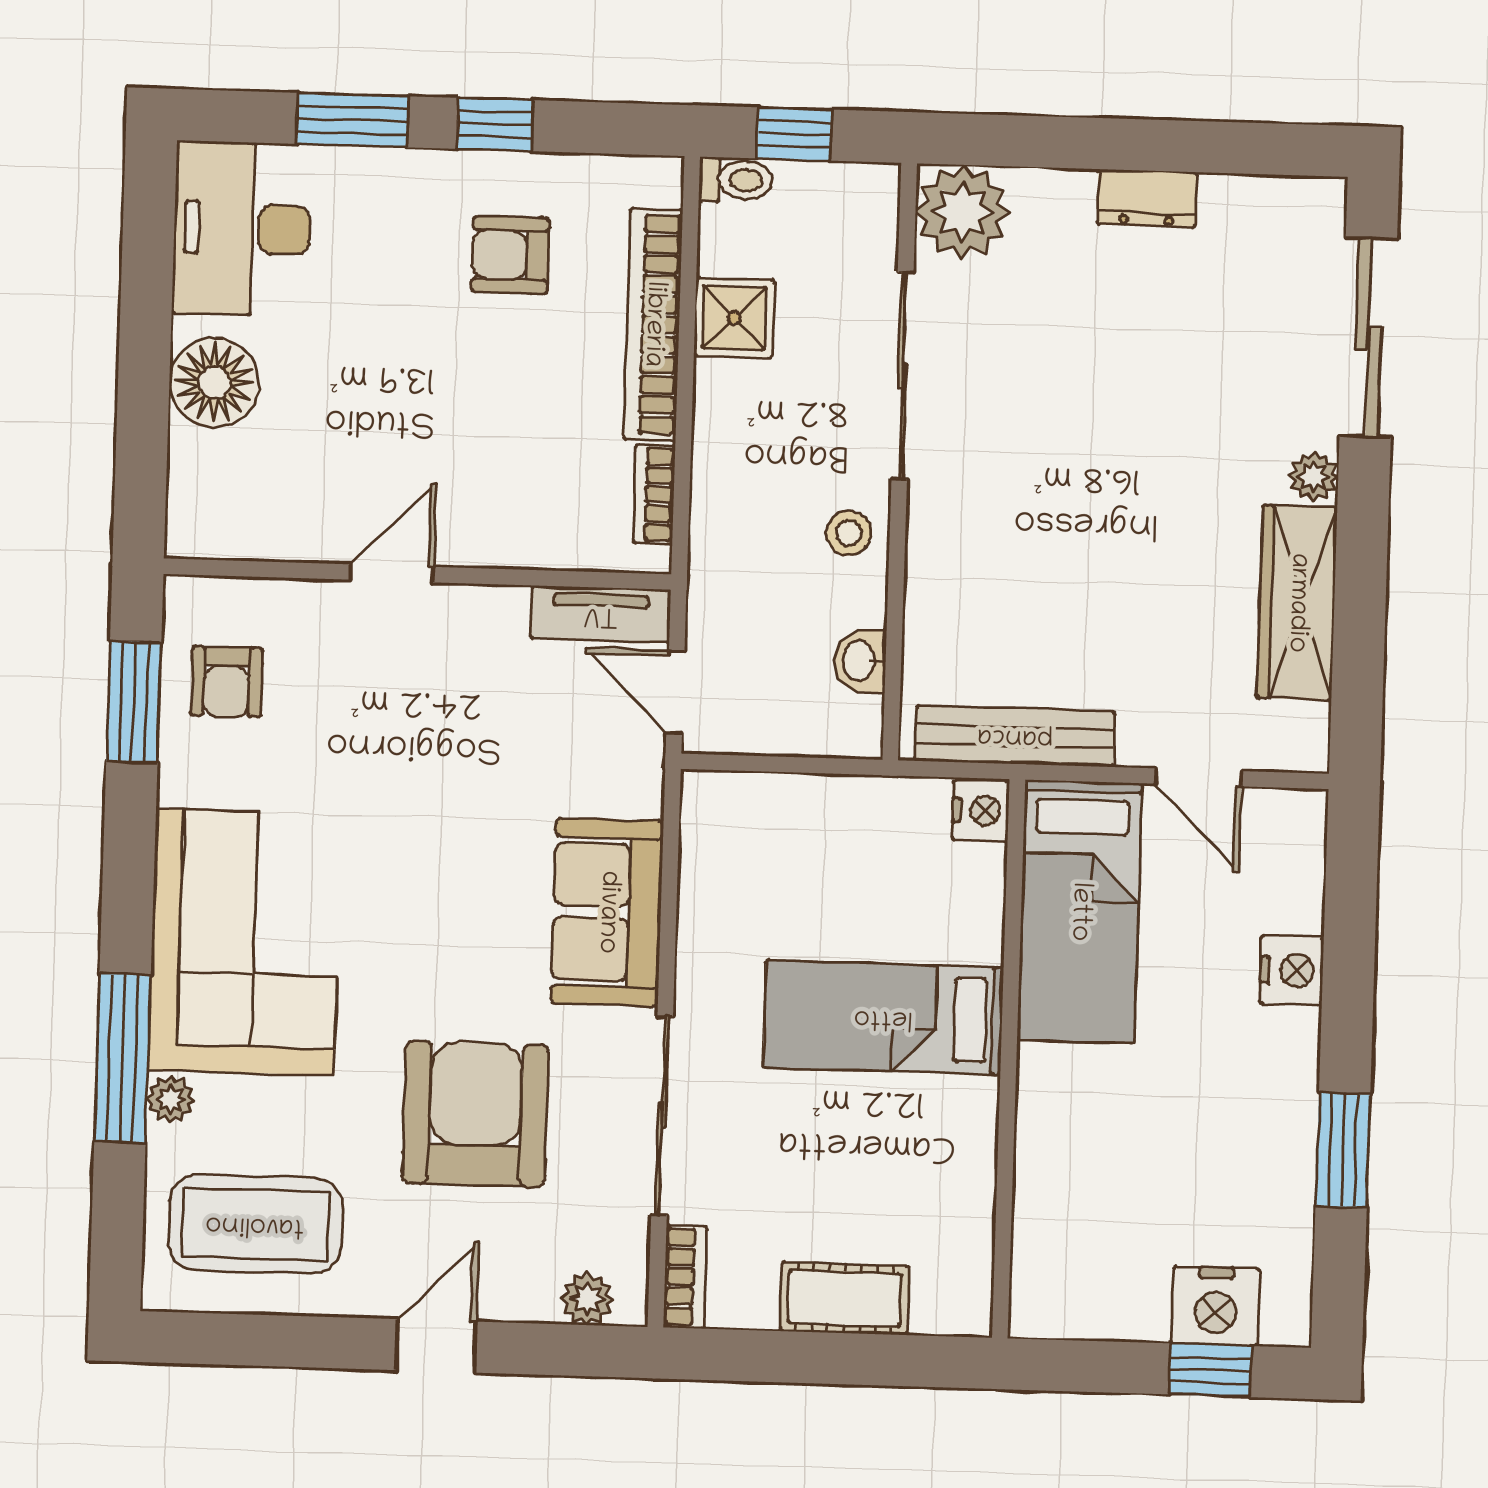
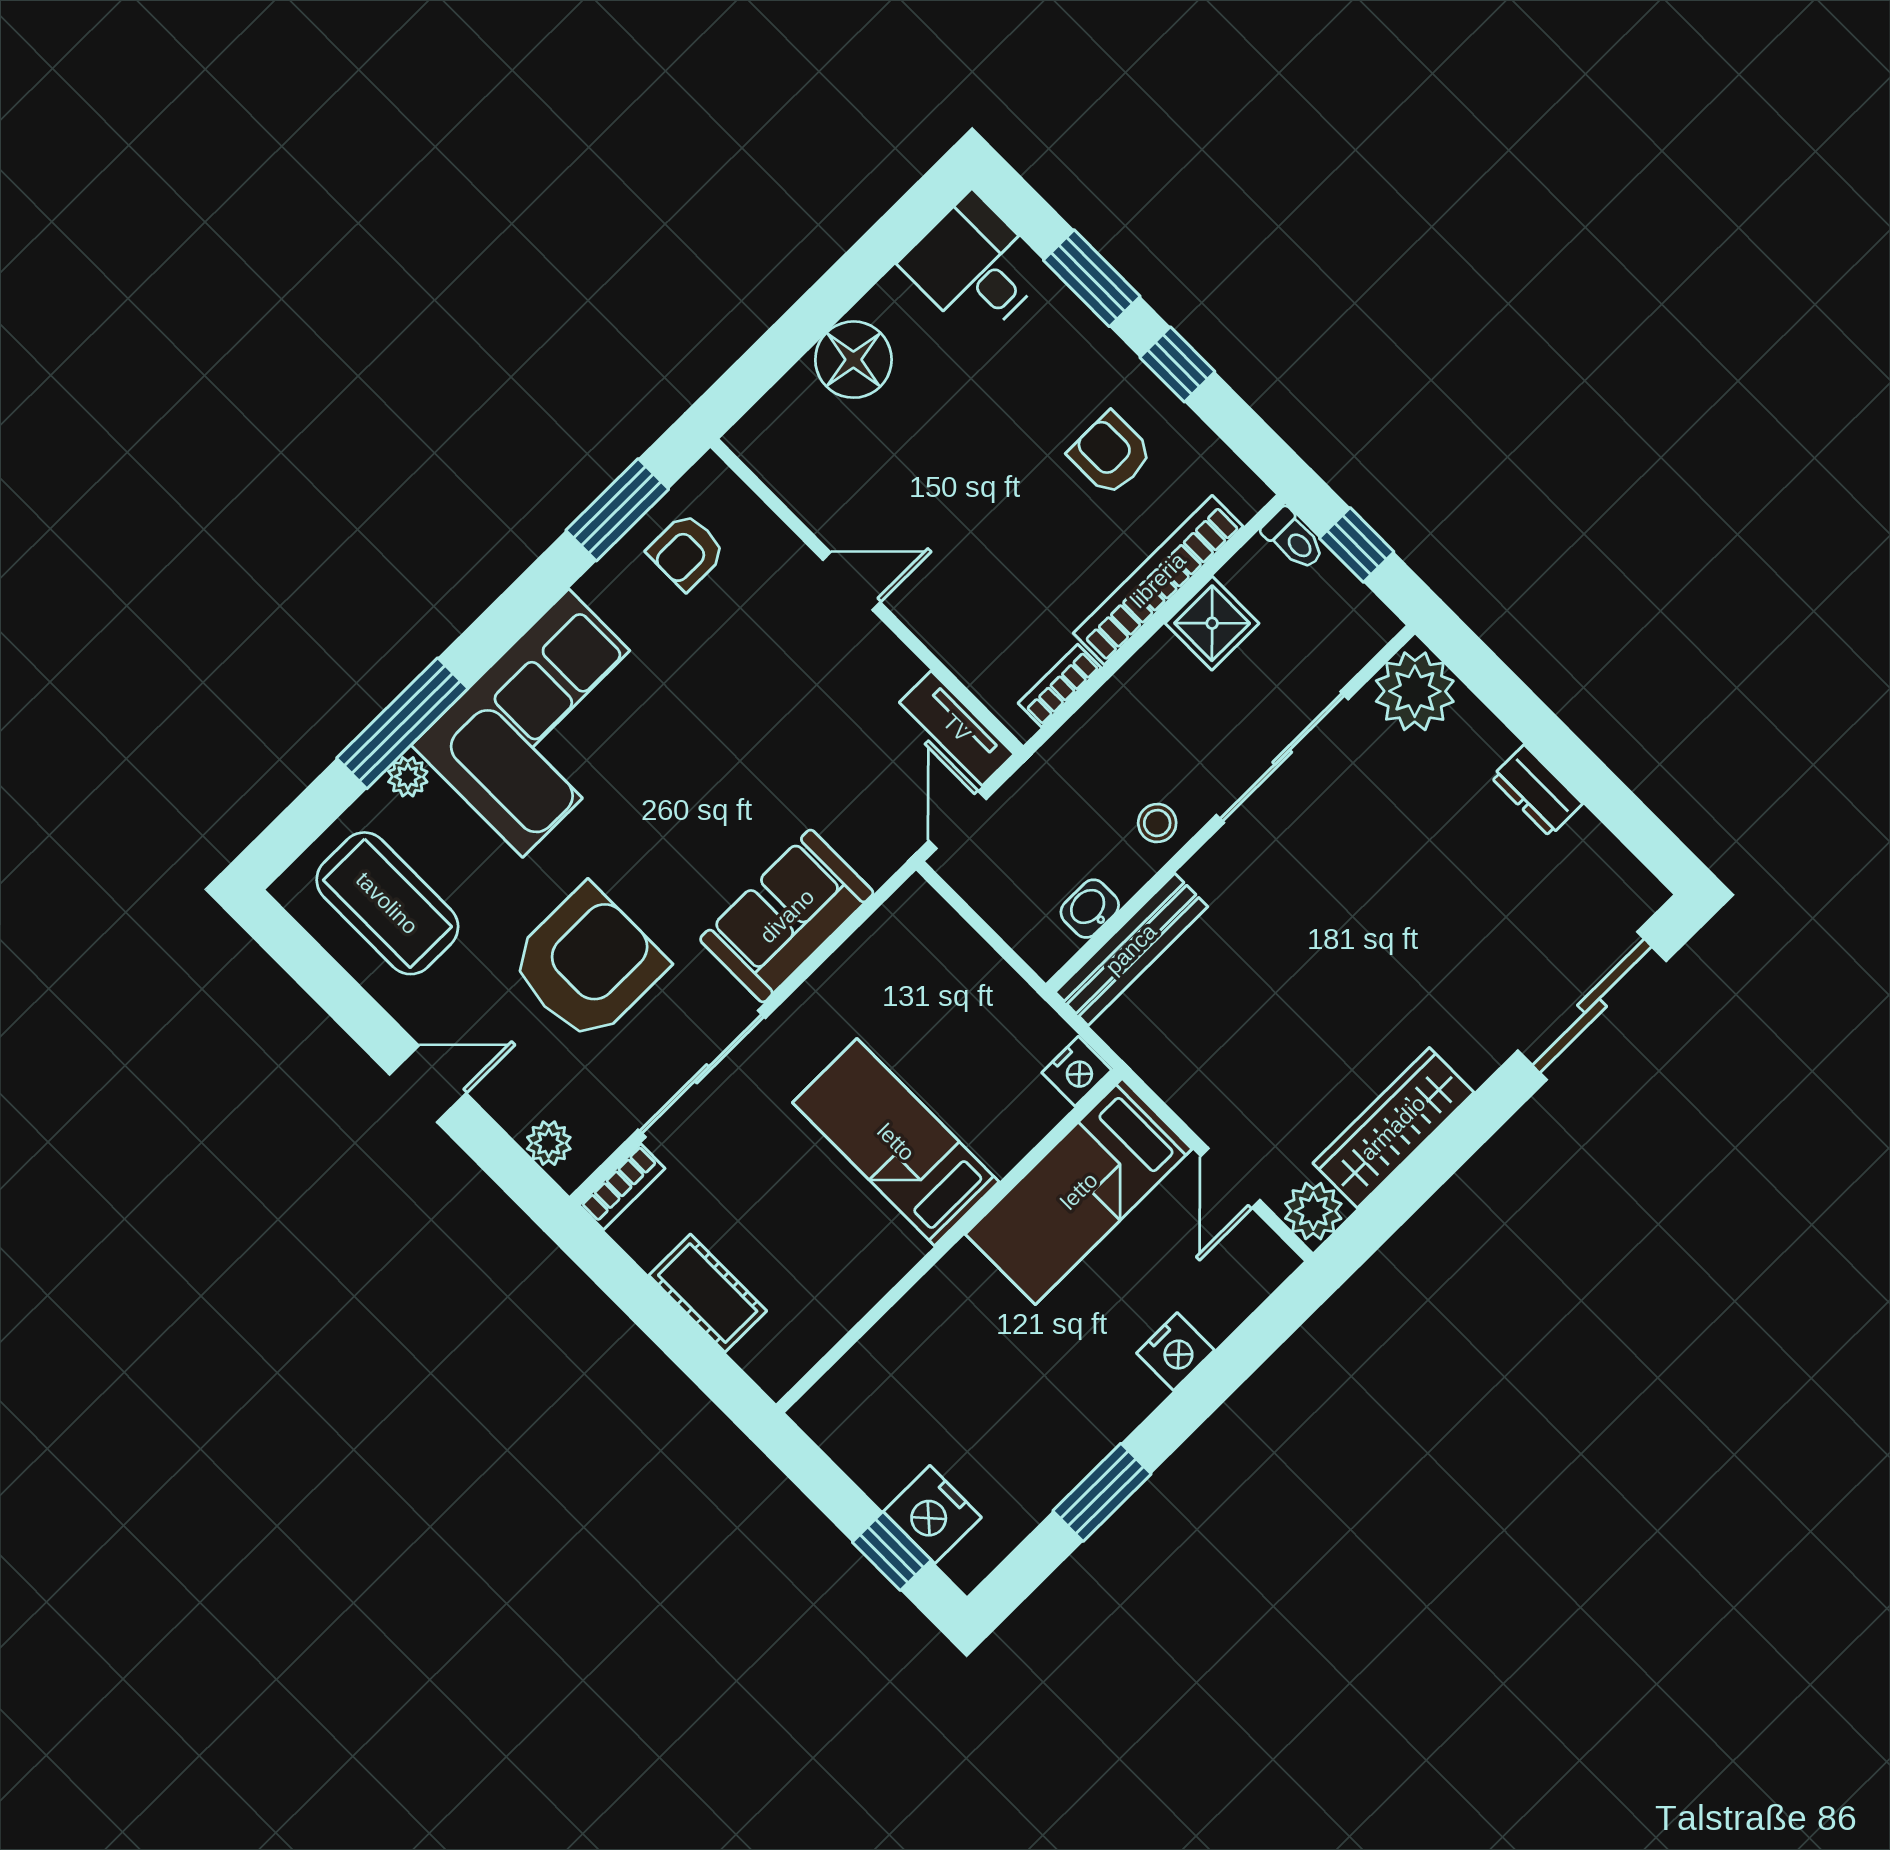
desk: (242, 229) -> (975, 267), width x0.73
plant: (1314, 476) -> (1313, 1211), moved, width x1.38, depth x1.38
bench: (1015, 736) -> (1131, 949), moved, turned 90

